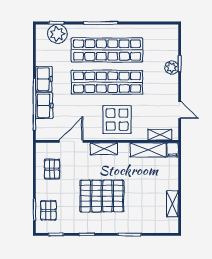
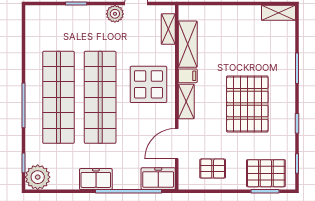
plant: (57, 34) -> (38, 177), moved
plant: (172, 67) -> (115, 14), moved
freezer: (44, 106) -> (158, 179), moved
door: (71, 141) -> (177, 144), hinge flipped
filing cabinet: (173, 150) -> (188, 76), moved
shelving: (172, 204) -> (278, 13), moved
pallet: (48, 210) -> (266, 173), width x1.50, depth x1.42

